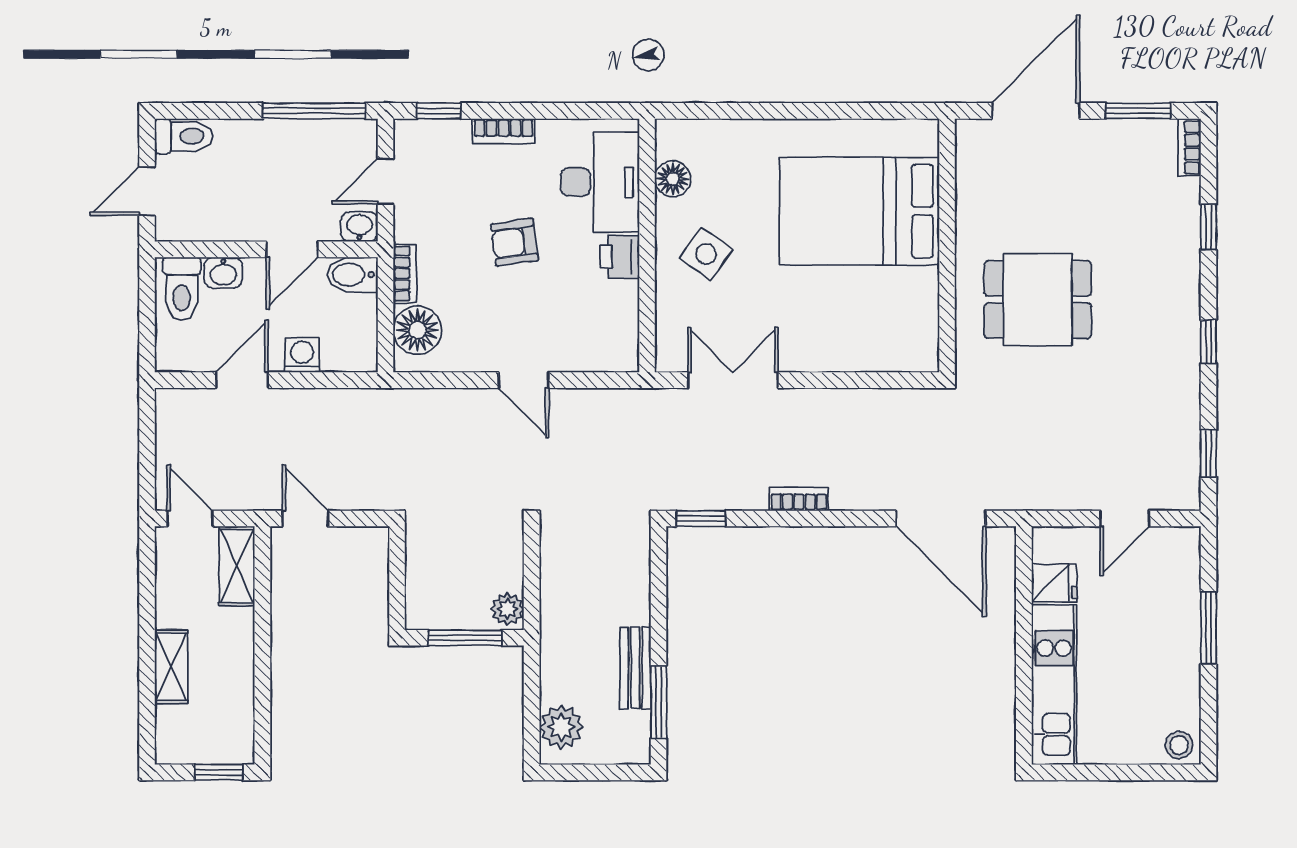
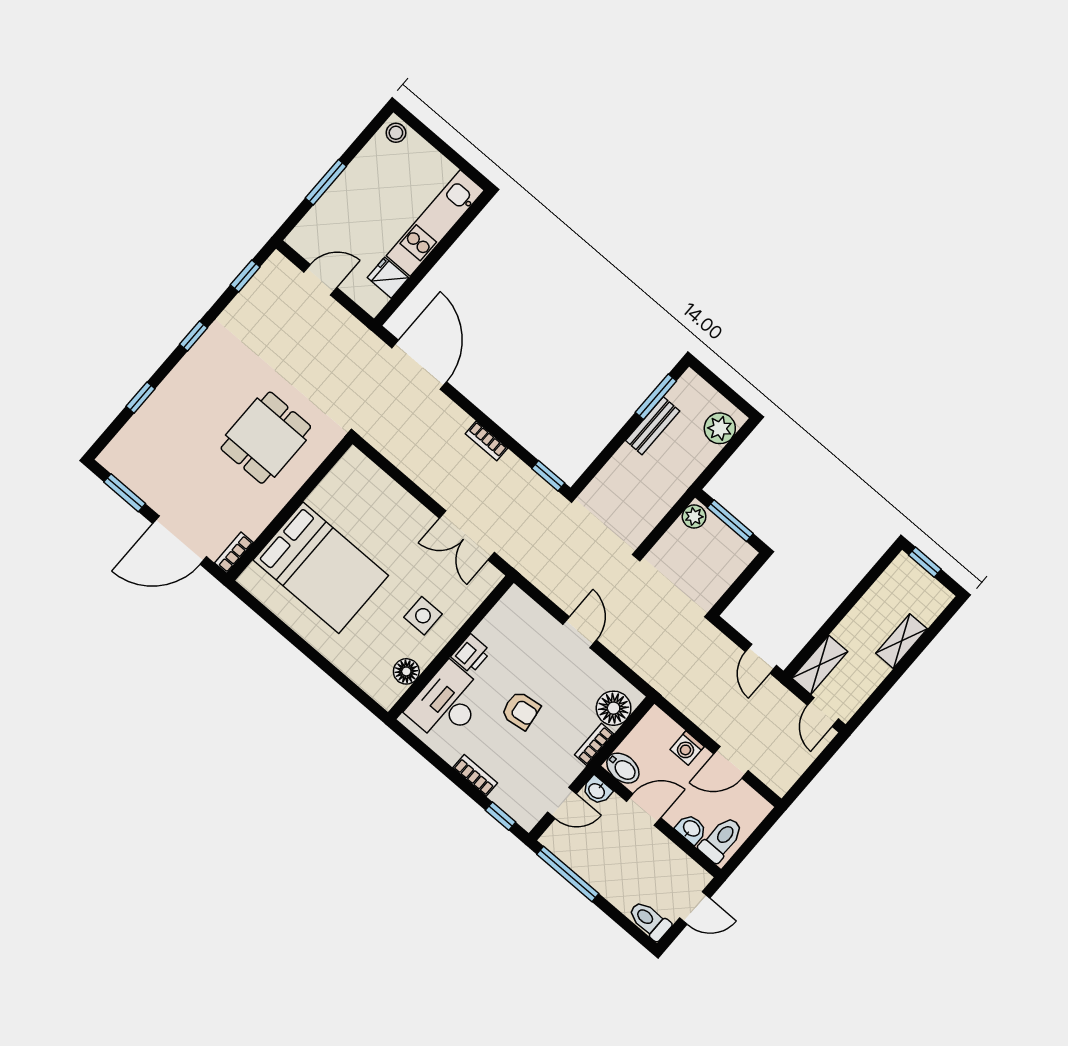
bookcase: (1189, 147) -> (234, 553), moved, turned 180
side table: (706, 254) -> (423, 616), turned -36
dining table: (1038, 300) -> (266, 438), turned 90

